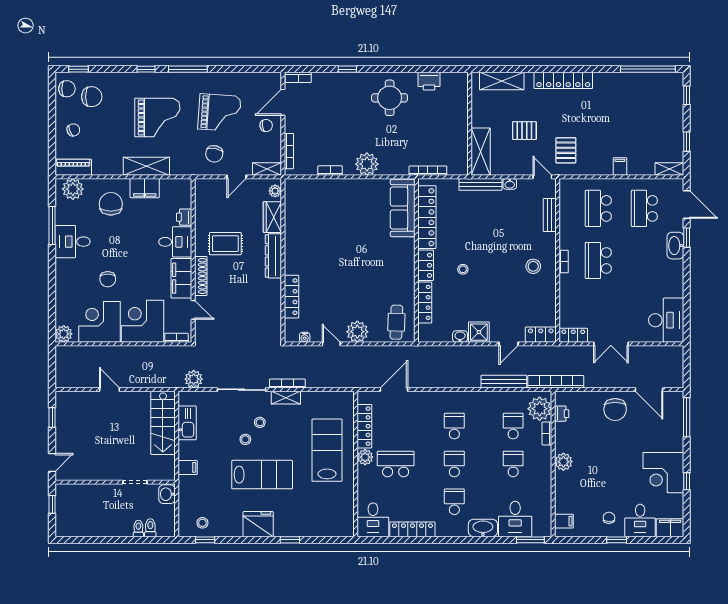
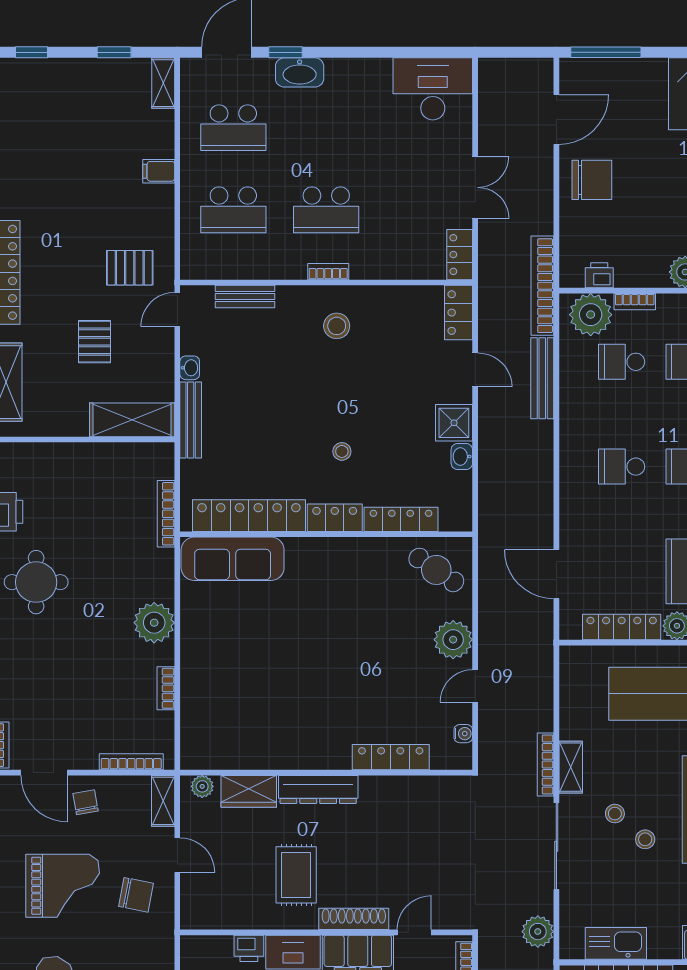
grand piano: (219, 113) -> (63, 886), turned 86
cafe table: (396, 322) -> (436, 570), turned 32

